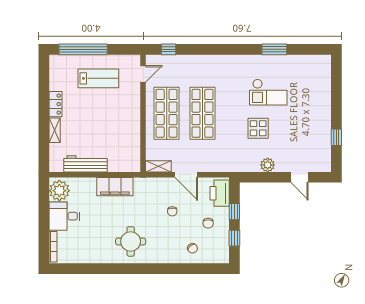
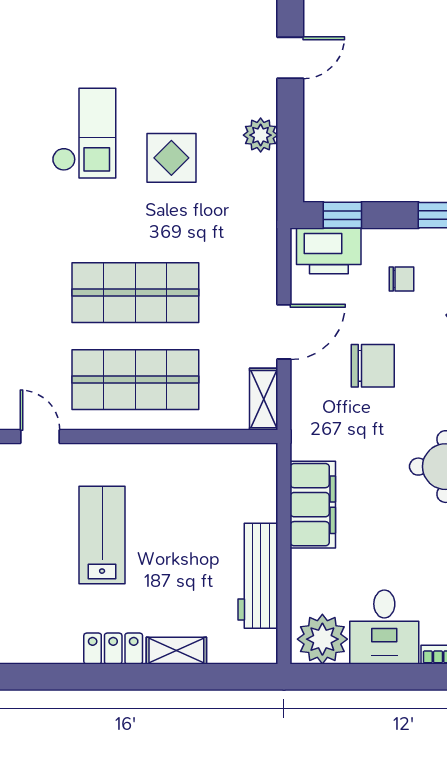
lab bench: (98, 78) -> (102, 535), moved
chair: (172, 211) -> (373, 366), width x1.87, depth x1.87
window: (234, 212) -> (342, 215), moved

